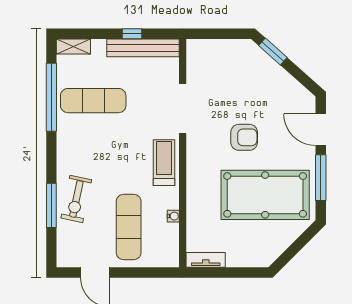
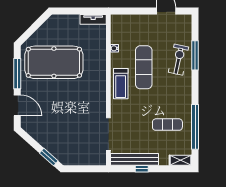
exercise mat: (93, 101) -> (167, 125), width x0.73, depth x0.69
doorway: (183, 108) -> (108, 134), moved
armchair: (244, 137) -> (68, 100), removed
exercise mat: (129, 227) -> (144, 67), moved

